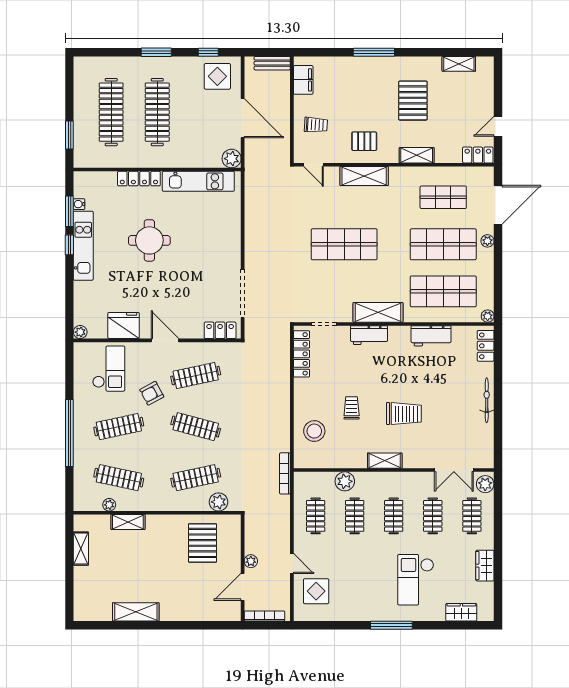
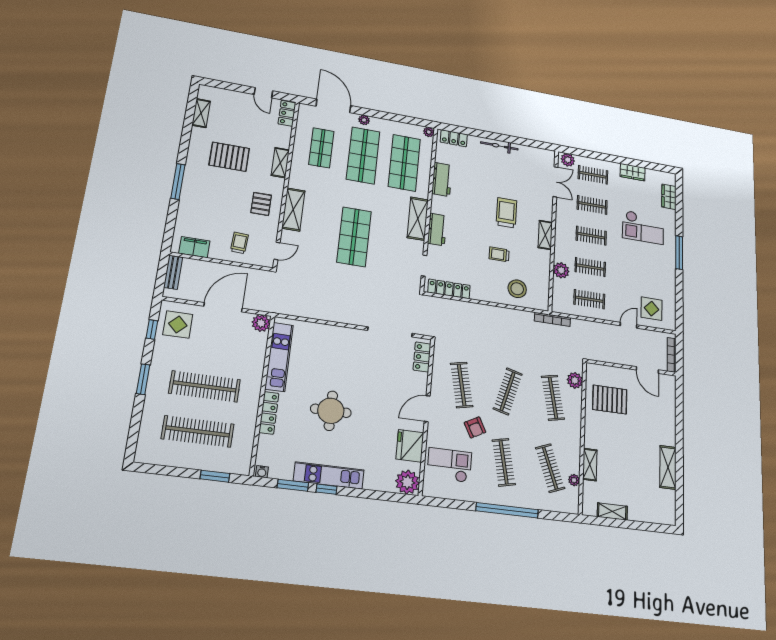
water cooler: (79, 204) -> (262, 472), moved
plant: (80, 332) -> (407, 482), width x1.88, depth x1.88
clothes rail: (119, 478) -> (550, 468), turned -33
plant: (251, 561) -> (626, 360), removed

